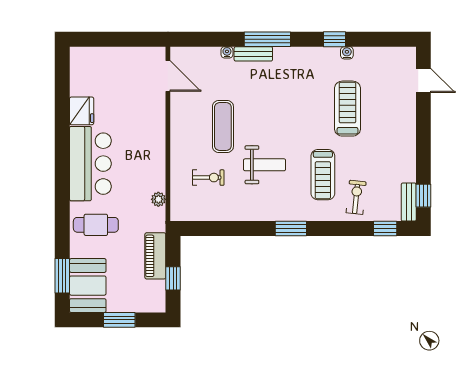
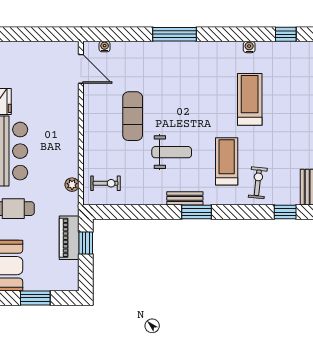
window: (335, 39) -> (286, 34), moved
water cooler: (227, 52) -> (105, 47), moved
bench: (253, 54) -> (185, 198), moved
treadmill: (323, 175) -> (227, 161), turned 180
exercise bike: (208, 178) -> (106, 183), moved
window: (173, 278) -> (86, 243), moved

